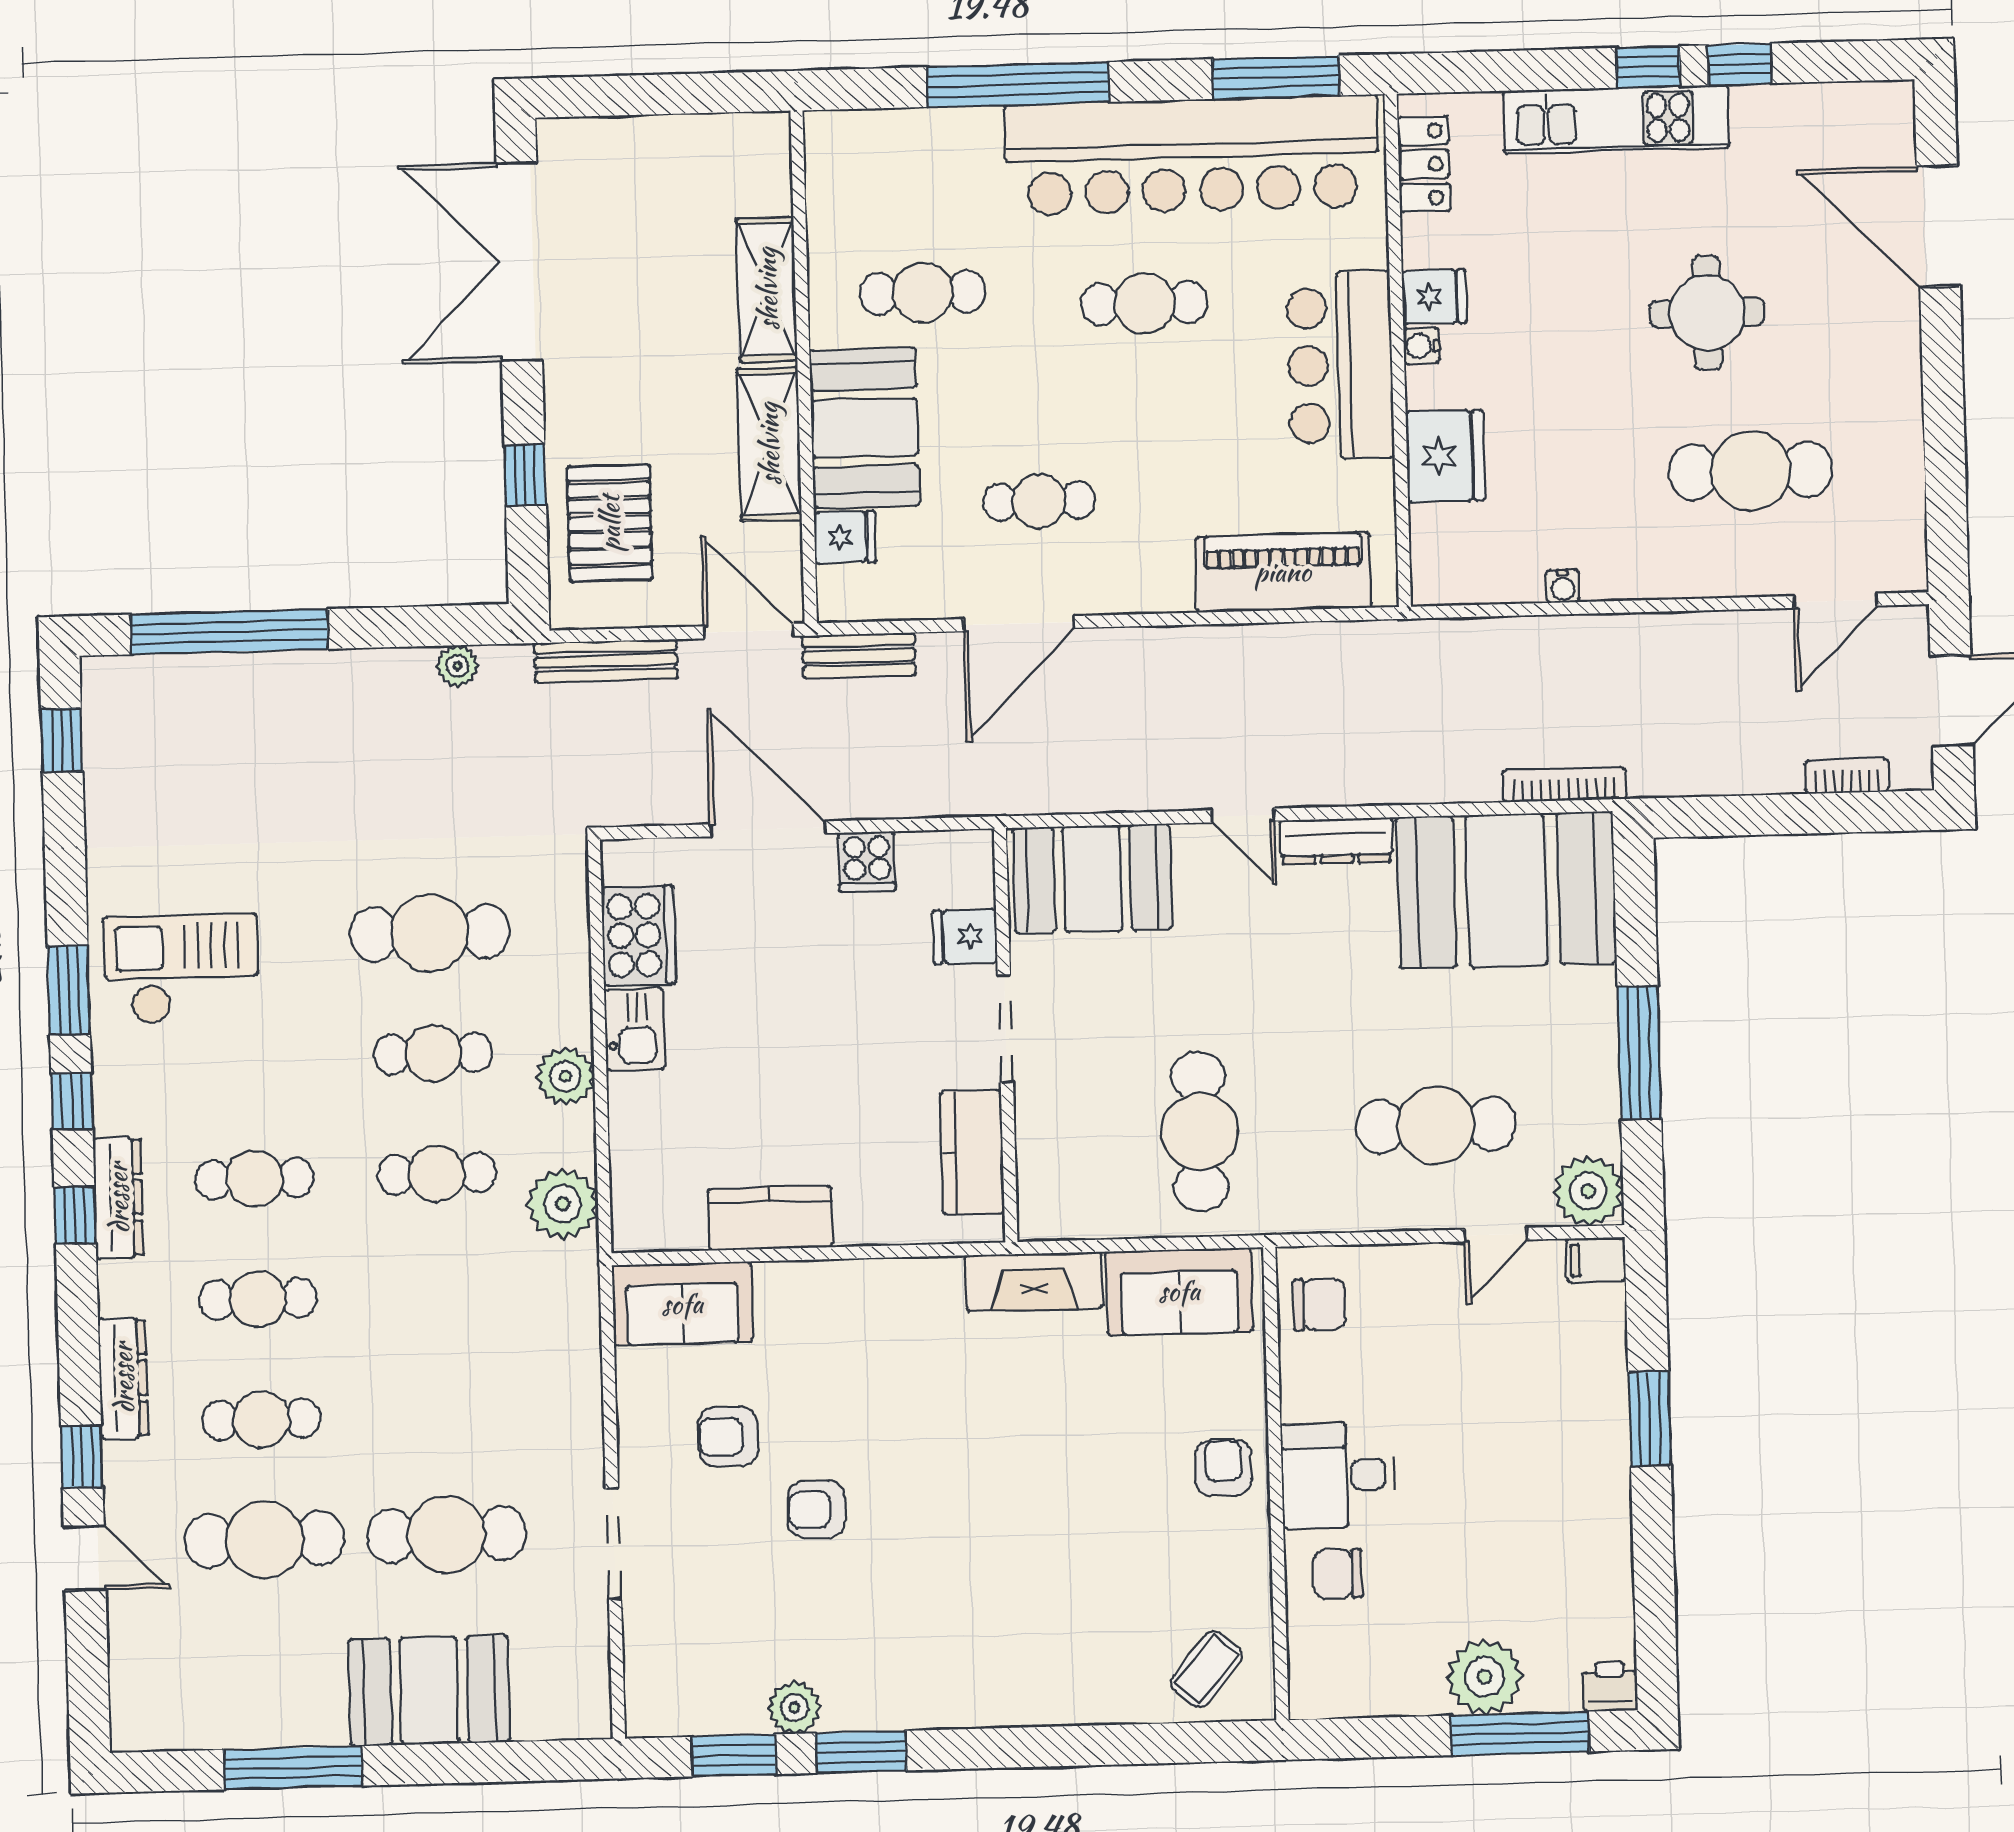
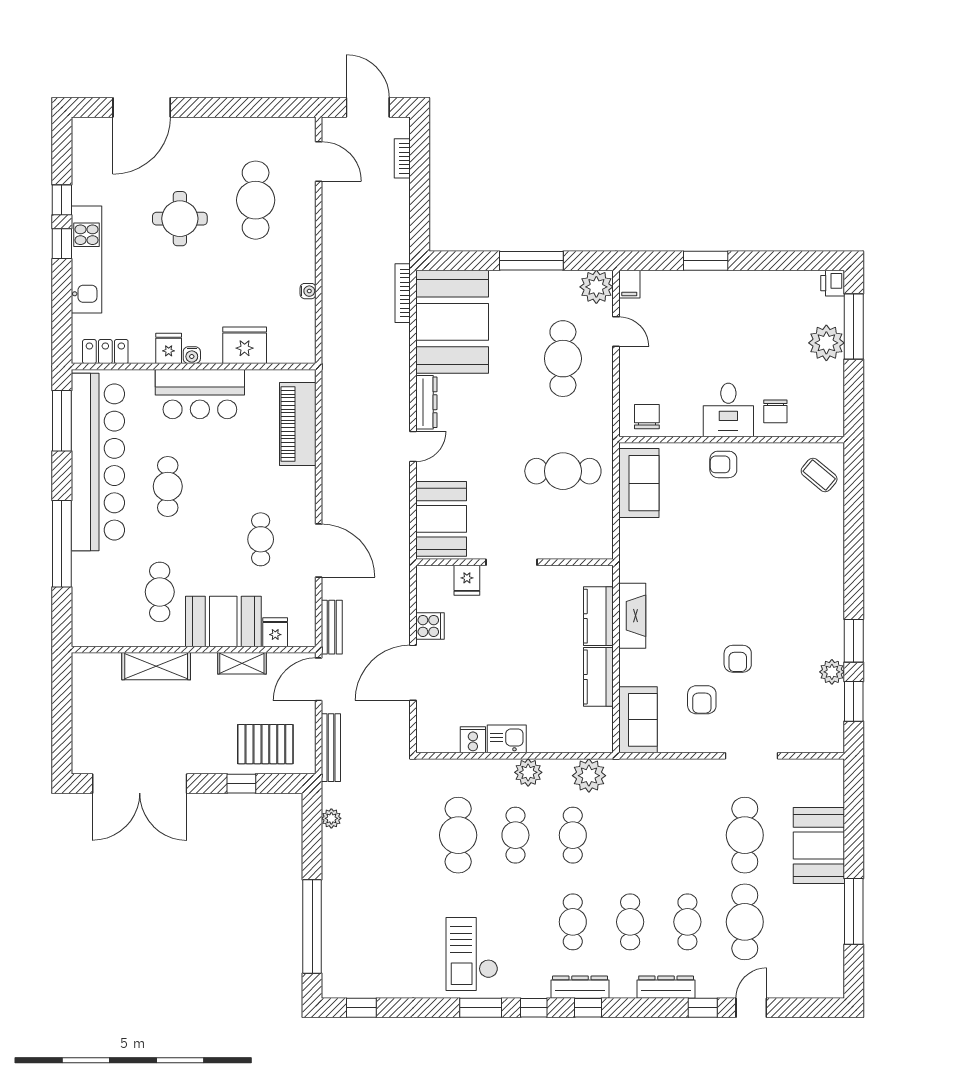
shelving: (769, 444) -> (242, 663), width x0.67, depth x0.75
cooker: (639, 935) -> (473, 740), width x0.53, depth x0.76
kitchen counter: (972, 1152) -> (598, 616), moved, turned 90
fireplace: (1034, 1282) -> (632, 616), moved

